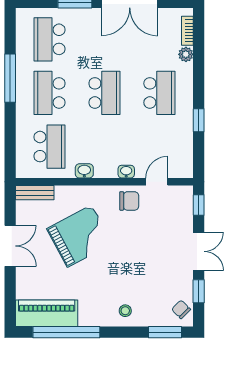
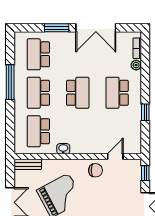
school desk: (159, 93) -> (117, 93), turned 180
school desk: (49, 147) -> (38, 131), turned 180
washbasin: (126, 172) -> (93, 149), removed

